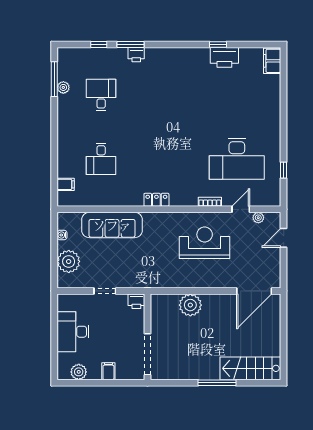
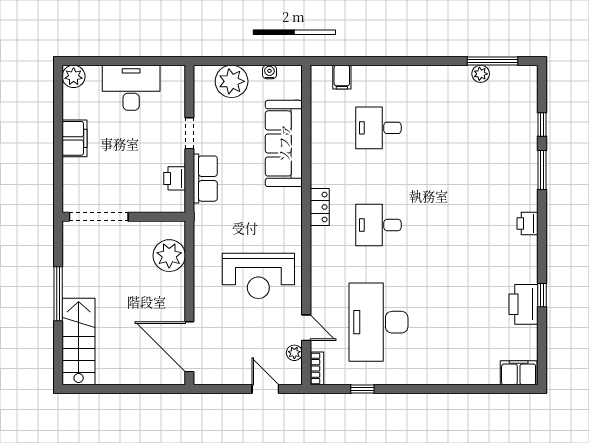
printer: (136, 55) -> (528, 223), moved
desk: (101, 95) -> (378, 225), moved, turned 180
bookcase: (210, 202) -> (317, 368), moved
reception desk: (205, 243) -> (258, 276), turned 90
row of seats: (136, 280) -> (205, 179), added
wall: (147, 337) -> (124, 217), moved
doorway: (147, 354) -> (99, 217), moved
filing cabinet: (108, 371) -> (75, 138), width x2.00
plant: (79, 372) -> (74, 76), moved

